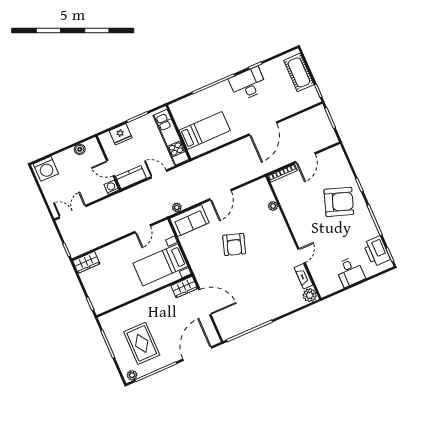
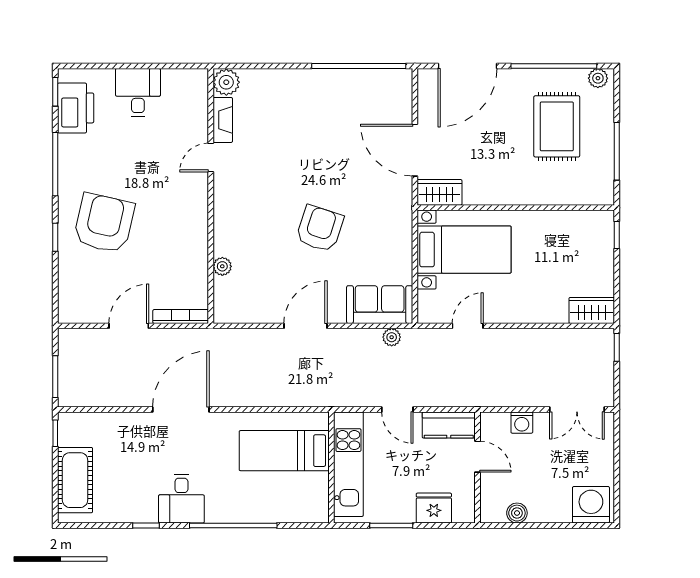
desk: (248, 84) -> (181, 499), width x0.73
washing machine: (111, 187) -> (522, 423), moved
armchair: (339, 202) -> (104, 223), turned 84

